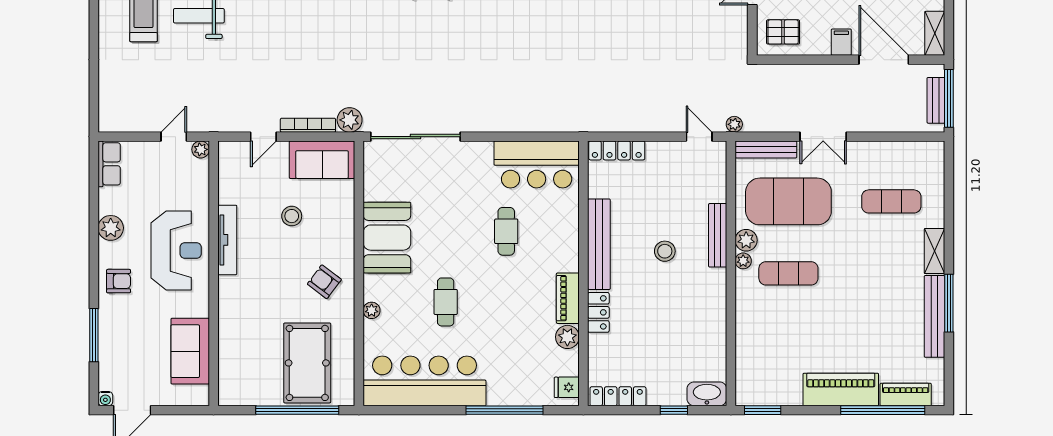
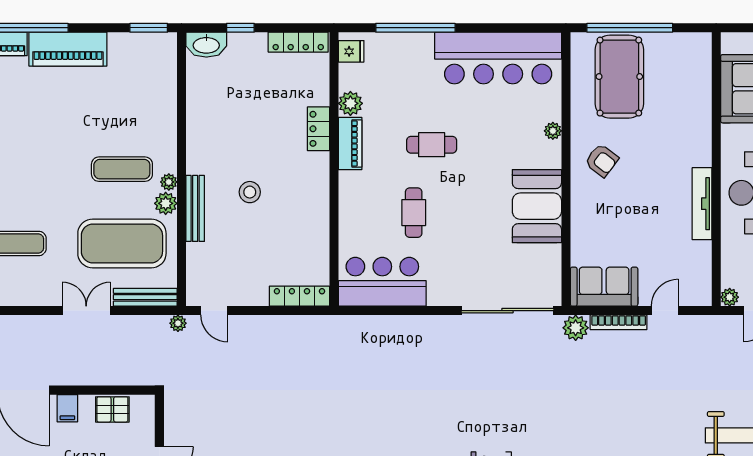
pallet: (783, 32) -> (112, 409), moved
stool: (292, 216) -> (635, 228), removed
bench: (599, 244) -> (318, 199), removed
cafe table: (446, 302) -> (432, 145), moved, turned 90

